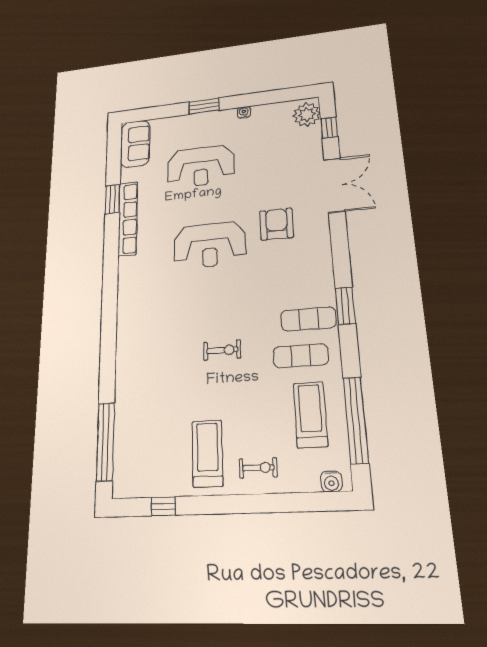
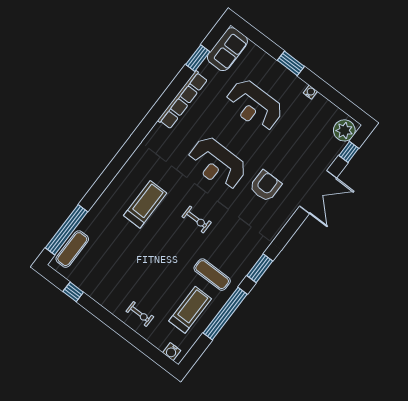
window: (113, 199) -> (198, 58), moved
exercise mat: (308, 319) -> (72, 249), moved, turned 90
exercise bike: (222, 350) -> (197, 220), moved
window: (356, 420) -> (225, 314), moved
treadmill: (207, 453) -> (145, 204), moved

